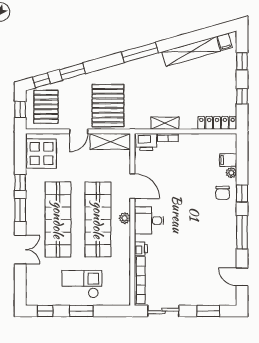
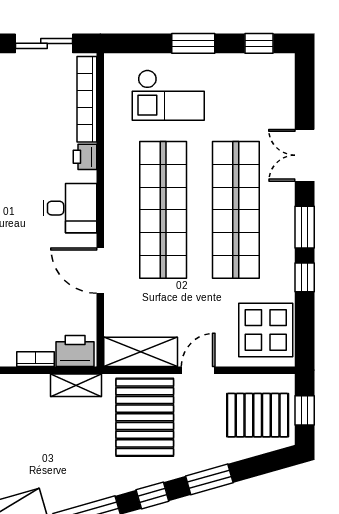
window: (41, 80) -> (152, 496), moved
pallet: (46, 107) -> (258, 415), turned 90
shelving: (165, 123) -> (76, 385), moved
plant: (125, 218) -> (114, 212), removed
checkout: (82, 284) -> (168, 95), moved

